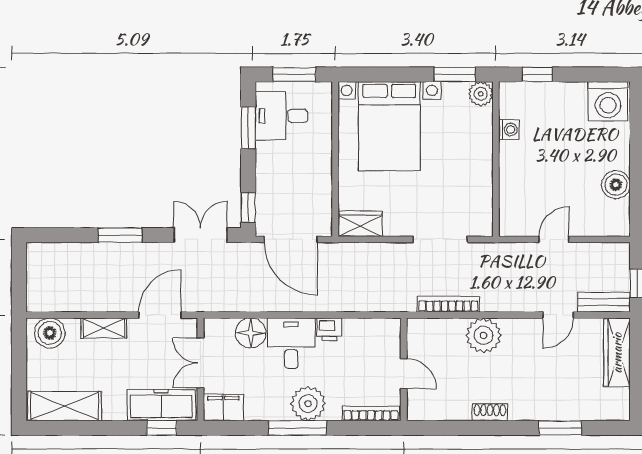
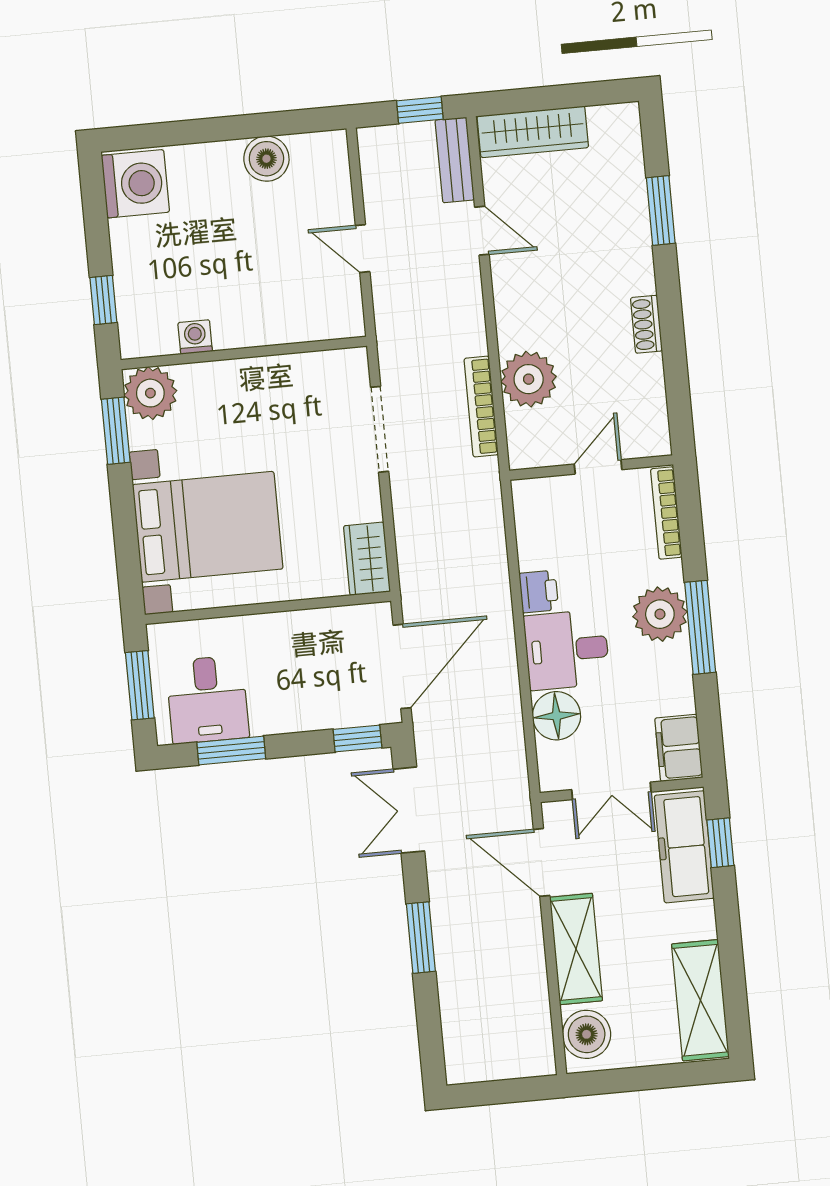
plant: (481, 94) -> (150, 393), width x1.36, depth x1.36
shelving: (104, 328) -> (576, 949), width x1.50, depth x1.33
plant: (483, 335) -> (529, 379), moved

